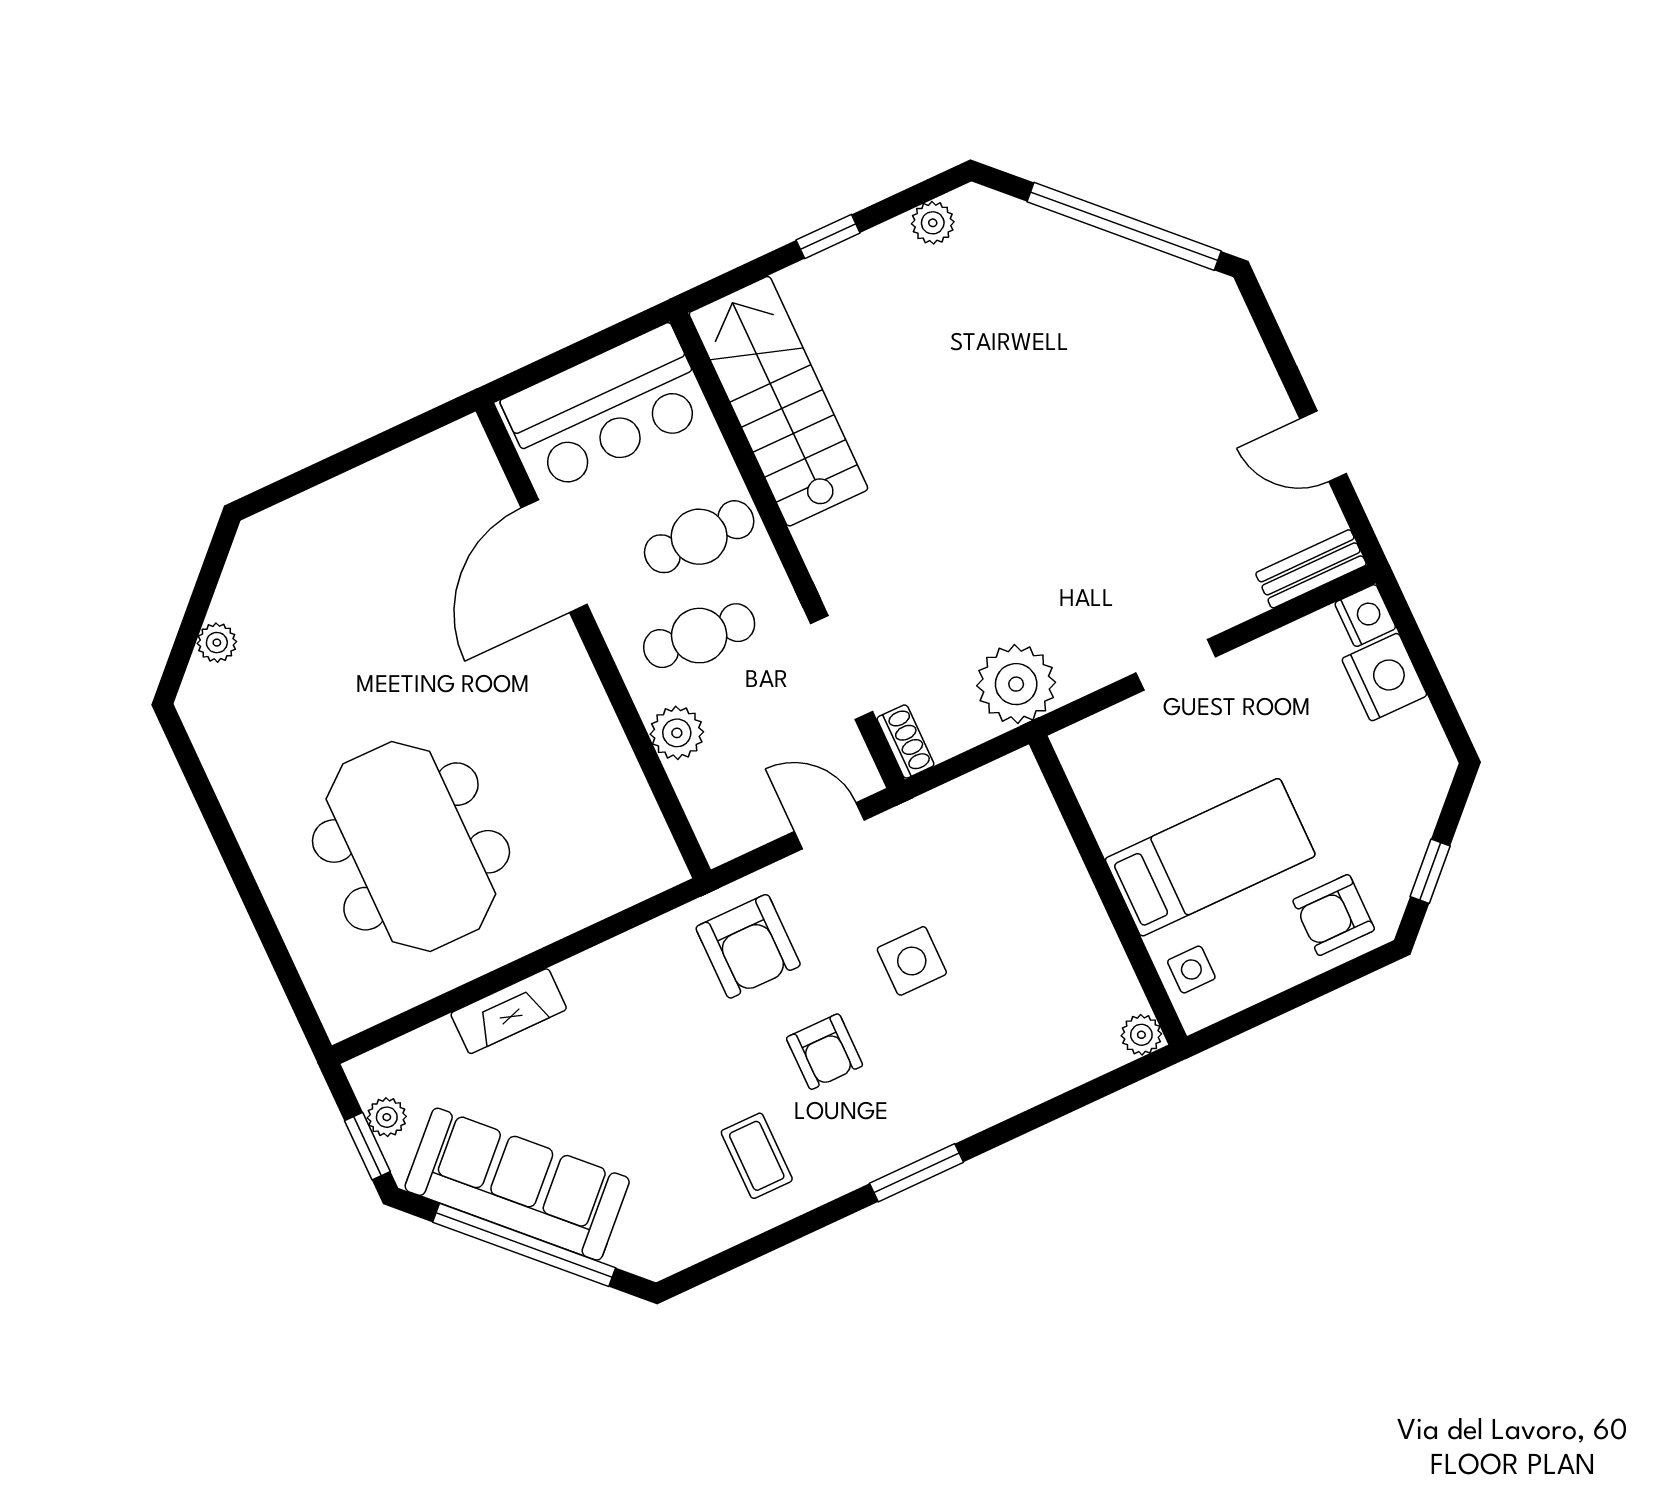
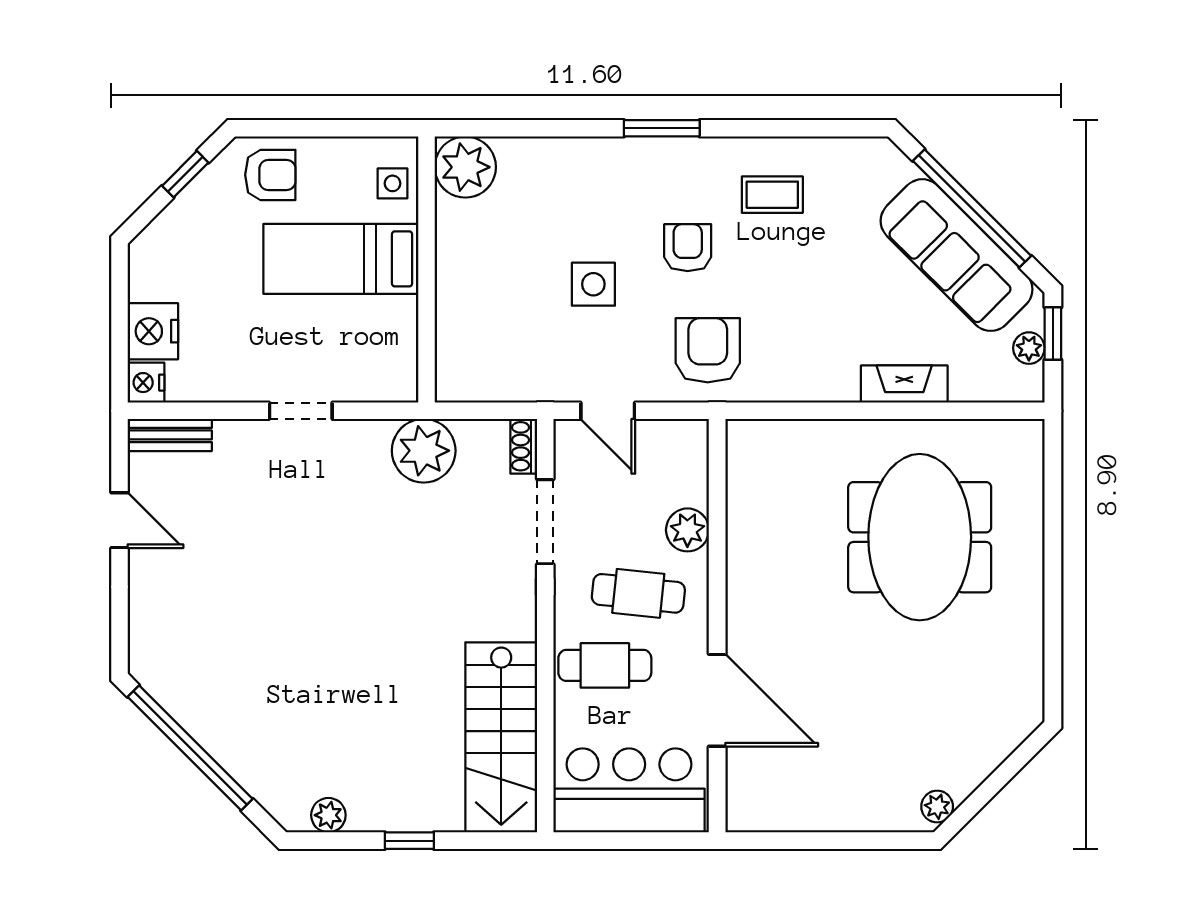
door: (554, 556) -> (717, 700), hinge flipped
plant: (217, 643) -> (937, 807), moved
plant: (1141, 1035) -> (465, 167), width x1.88, depth x1.88
coffee table: (757, 1156) -> (772, 195), turned 90

